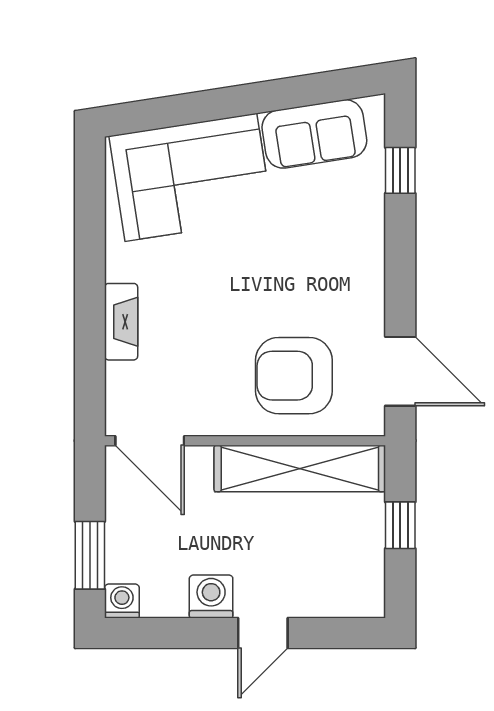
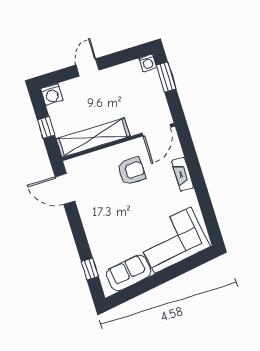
armchair: (294, 376) -> (131, 171), moved, width x0.73, depth x0.73
door: (150, 441) -> (156, 130), swing flipped
washing machine: (211, 597) -> (52, 94), moved

